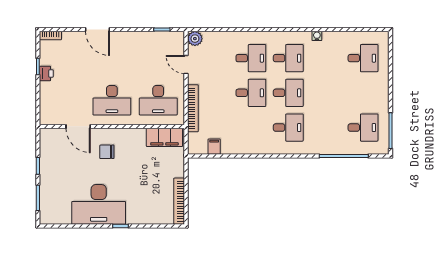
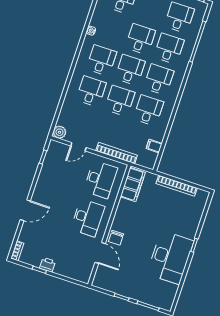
desk: (326, 93) -> (140, 39), added
door: (78, 126) -> (100, 253), hinge flipped
desk: (251, 128) -> (148, 110), added
desk: (326, 128) -> (169, 49), added
chair: (107, 152) -> (116, 238), moved
bookcase: (179, 201) -> (177, 186), moved

